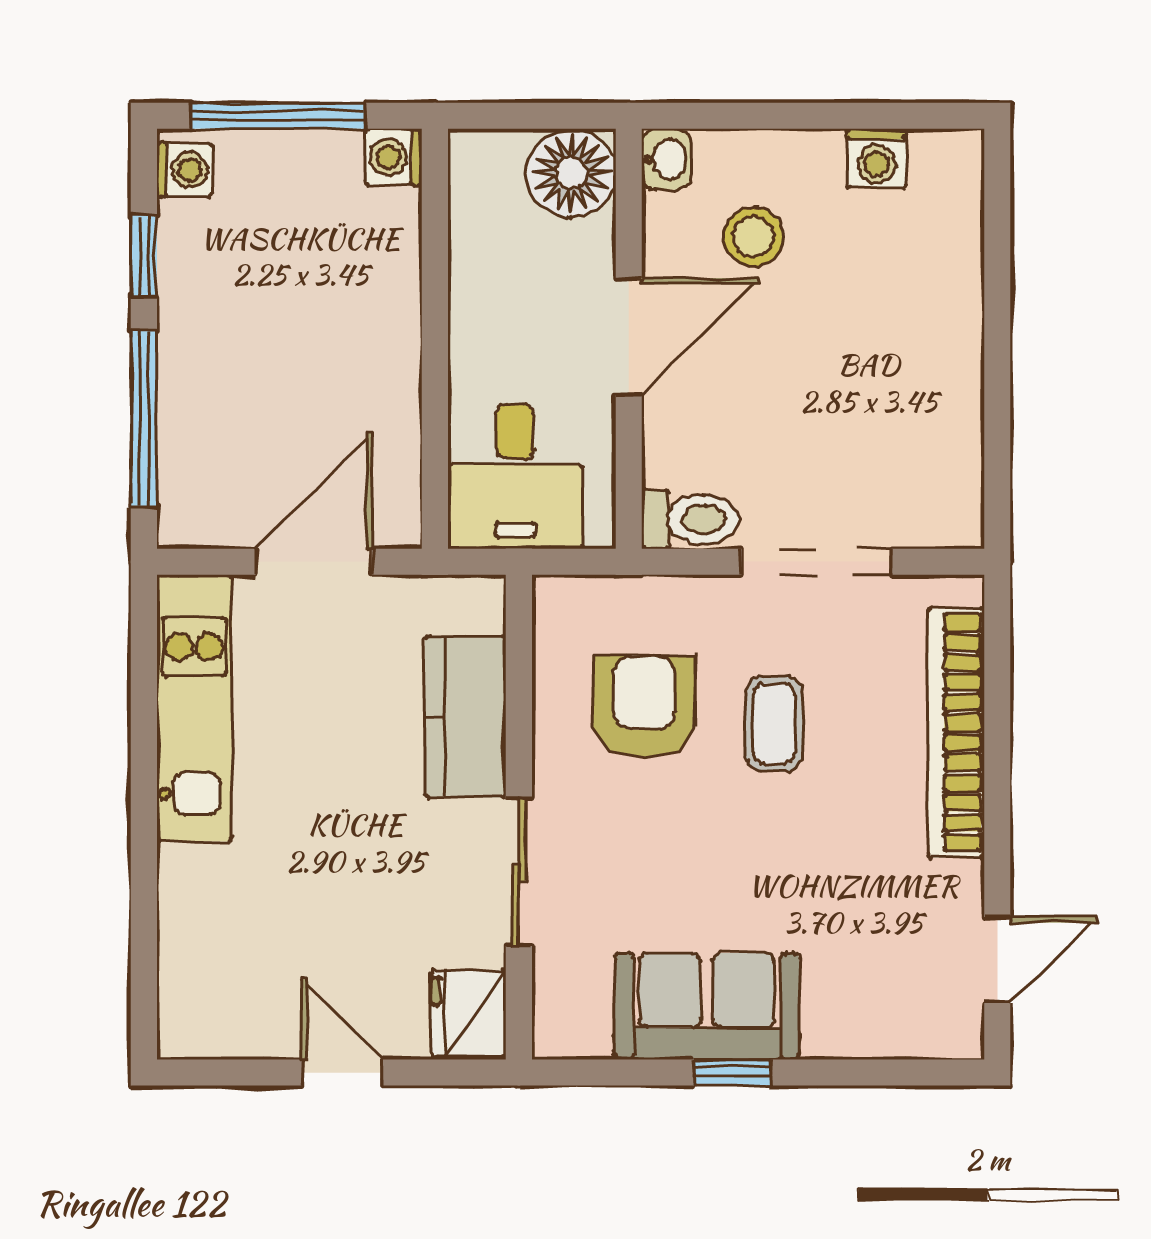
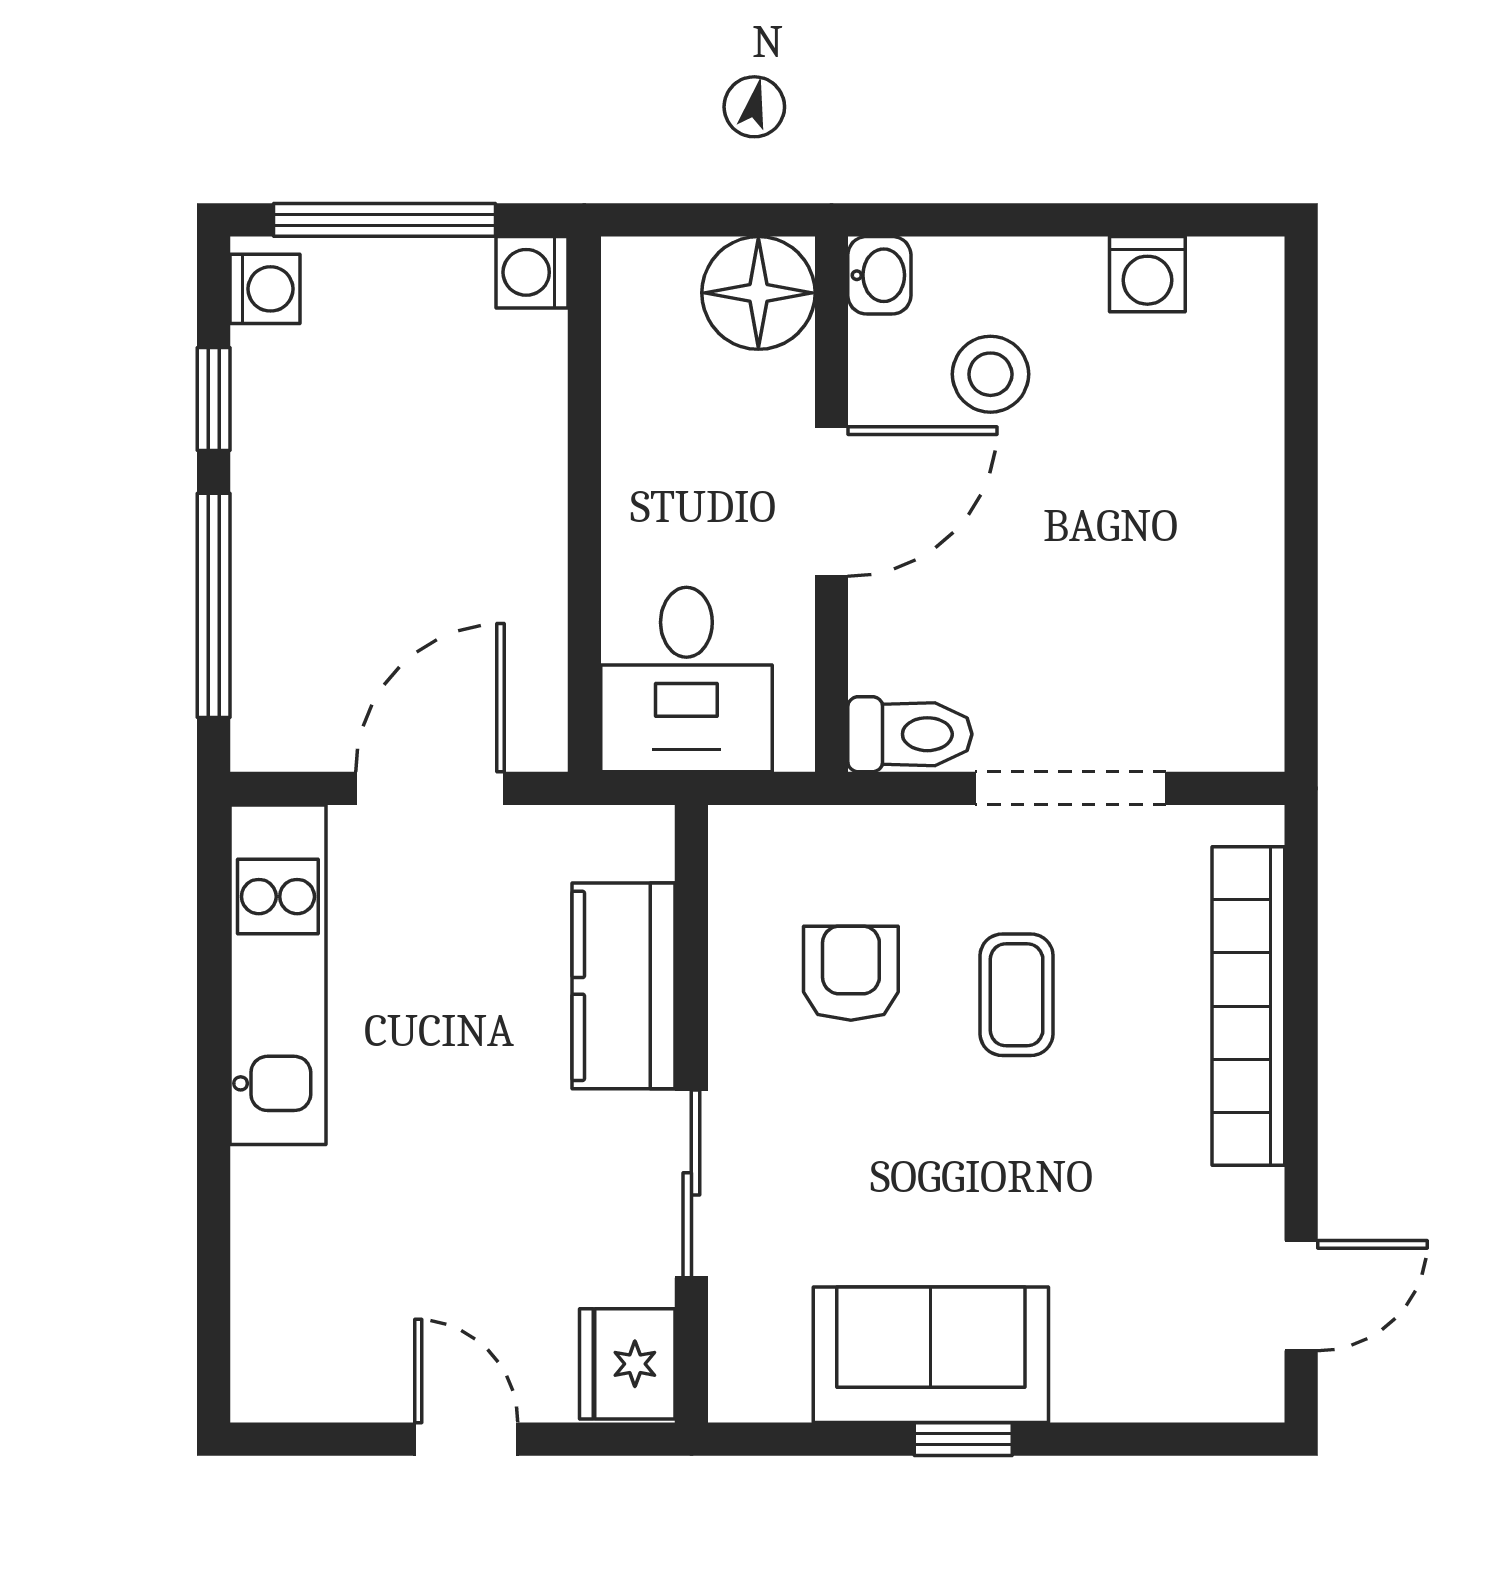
armchair: (644, 707) -> (851, 973), width x0.72, depth x0.72

